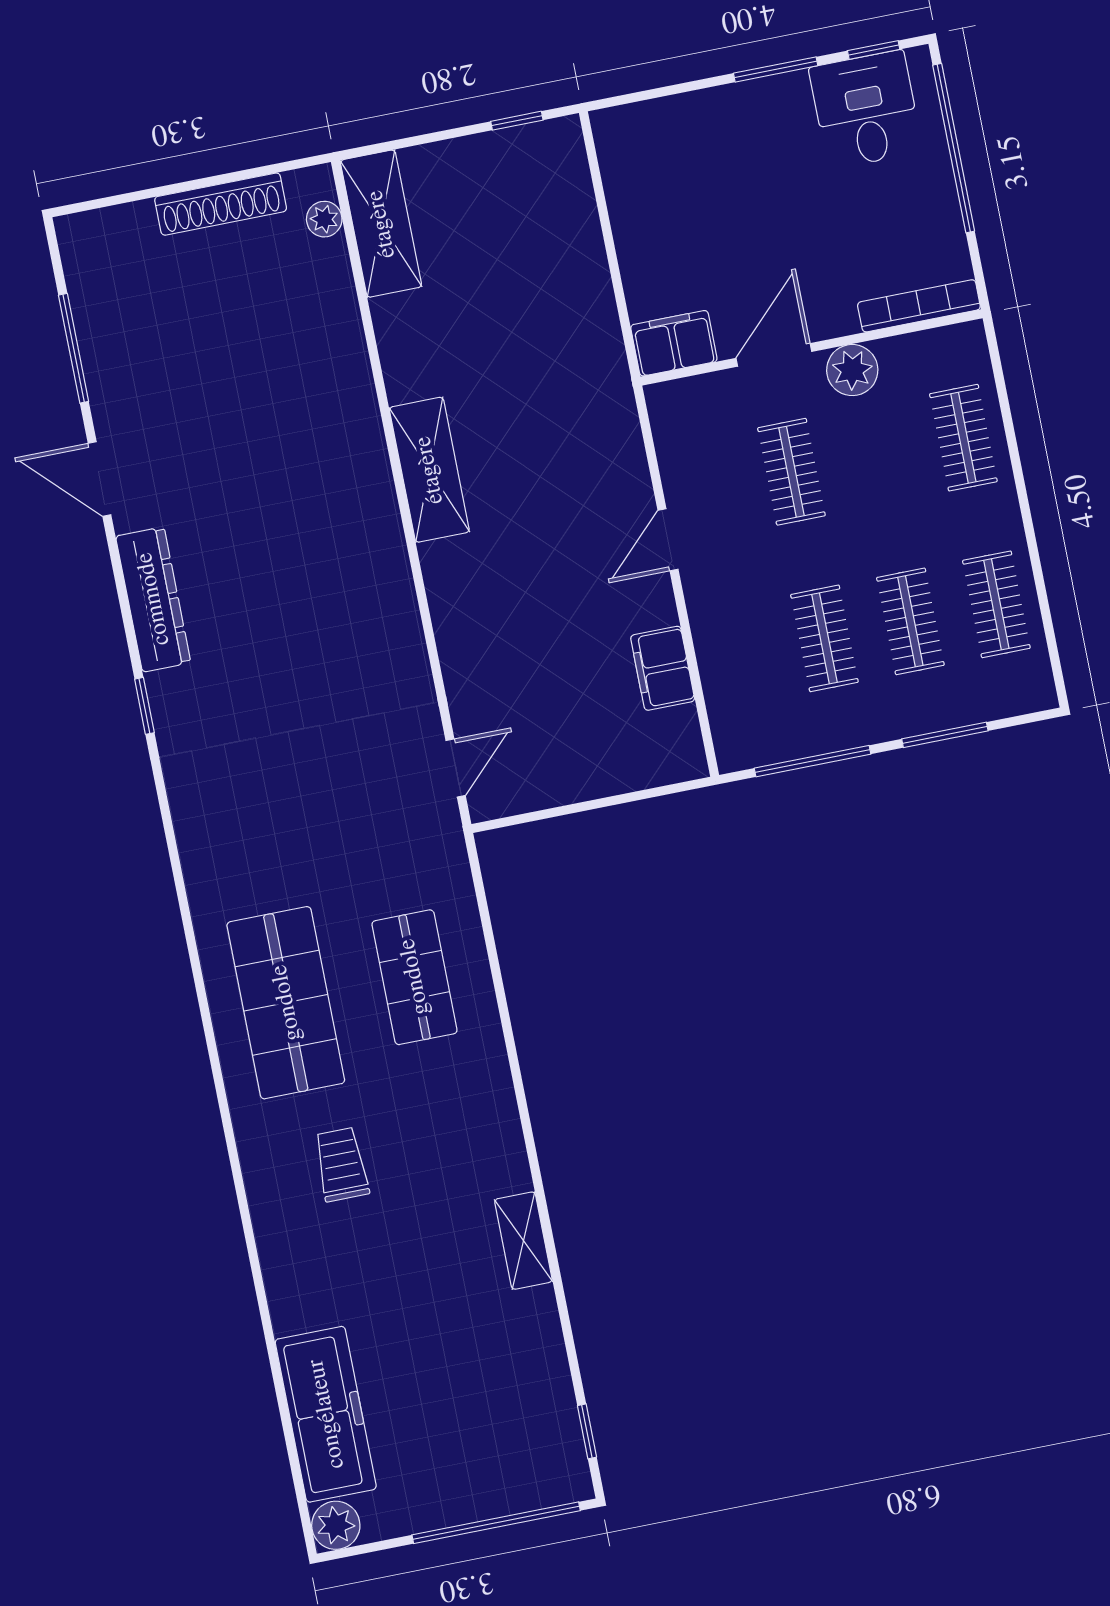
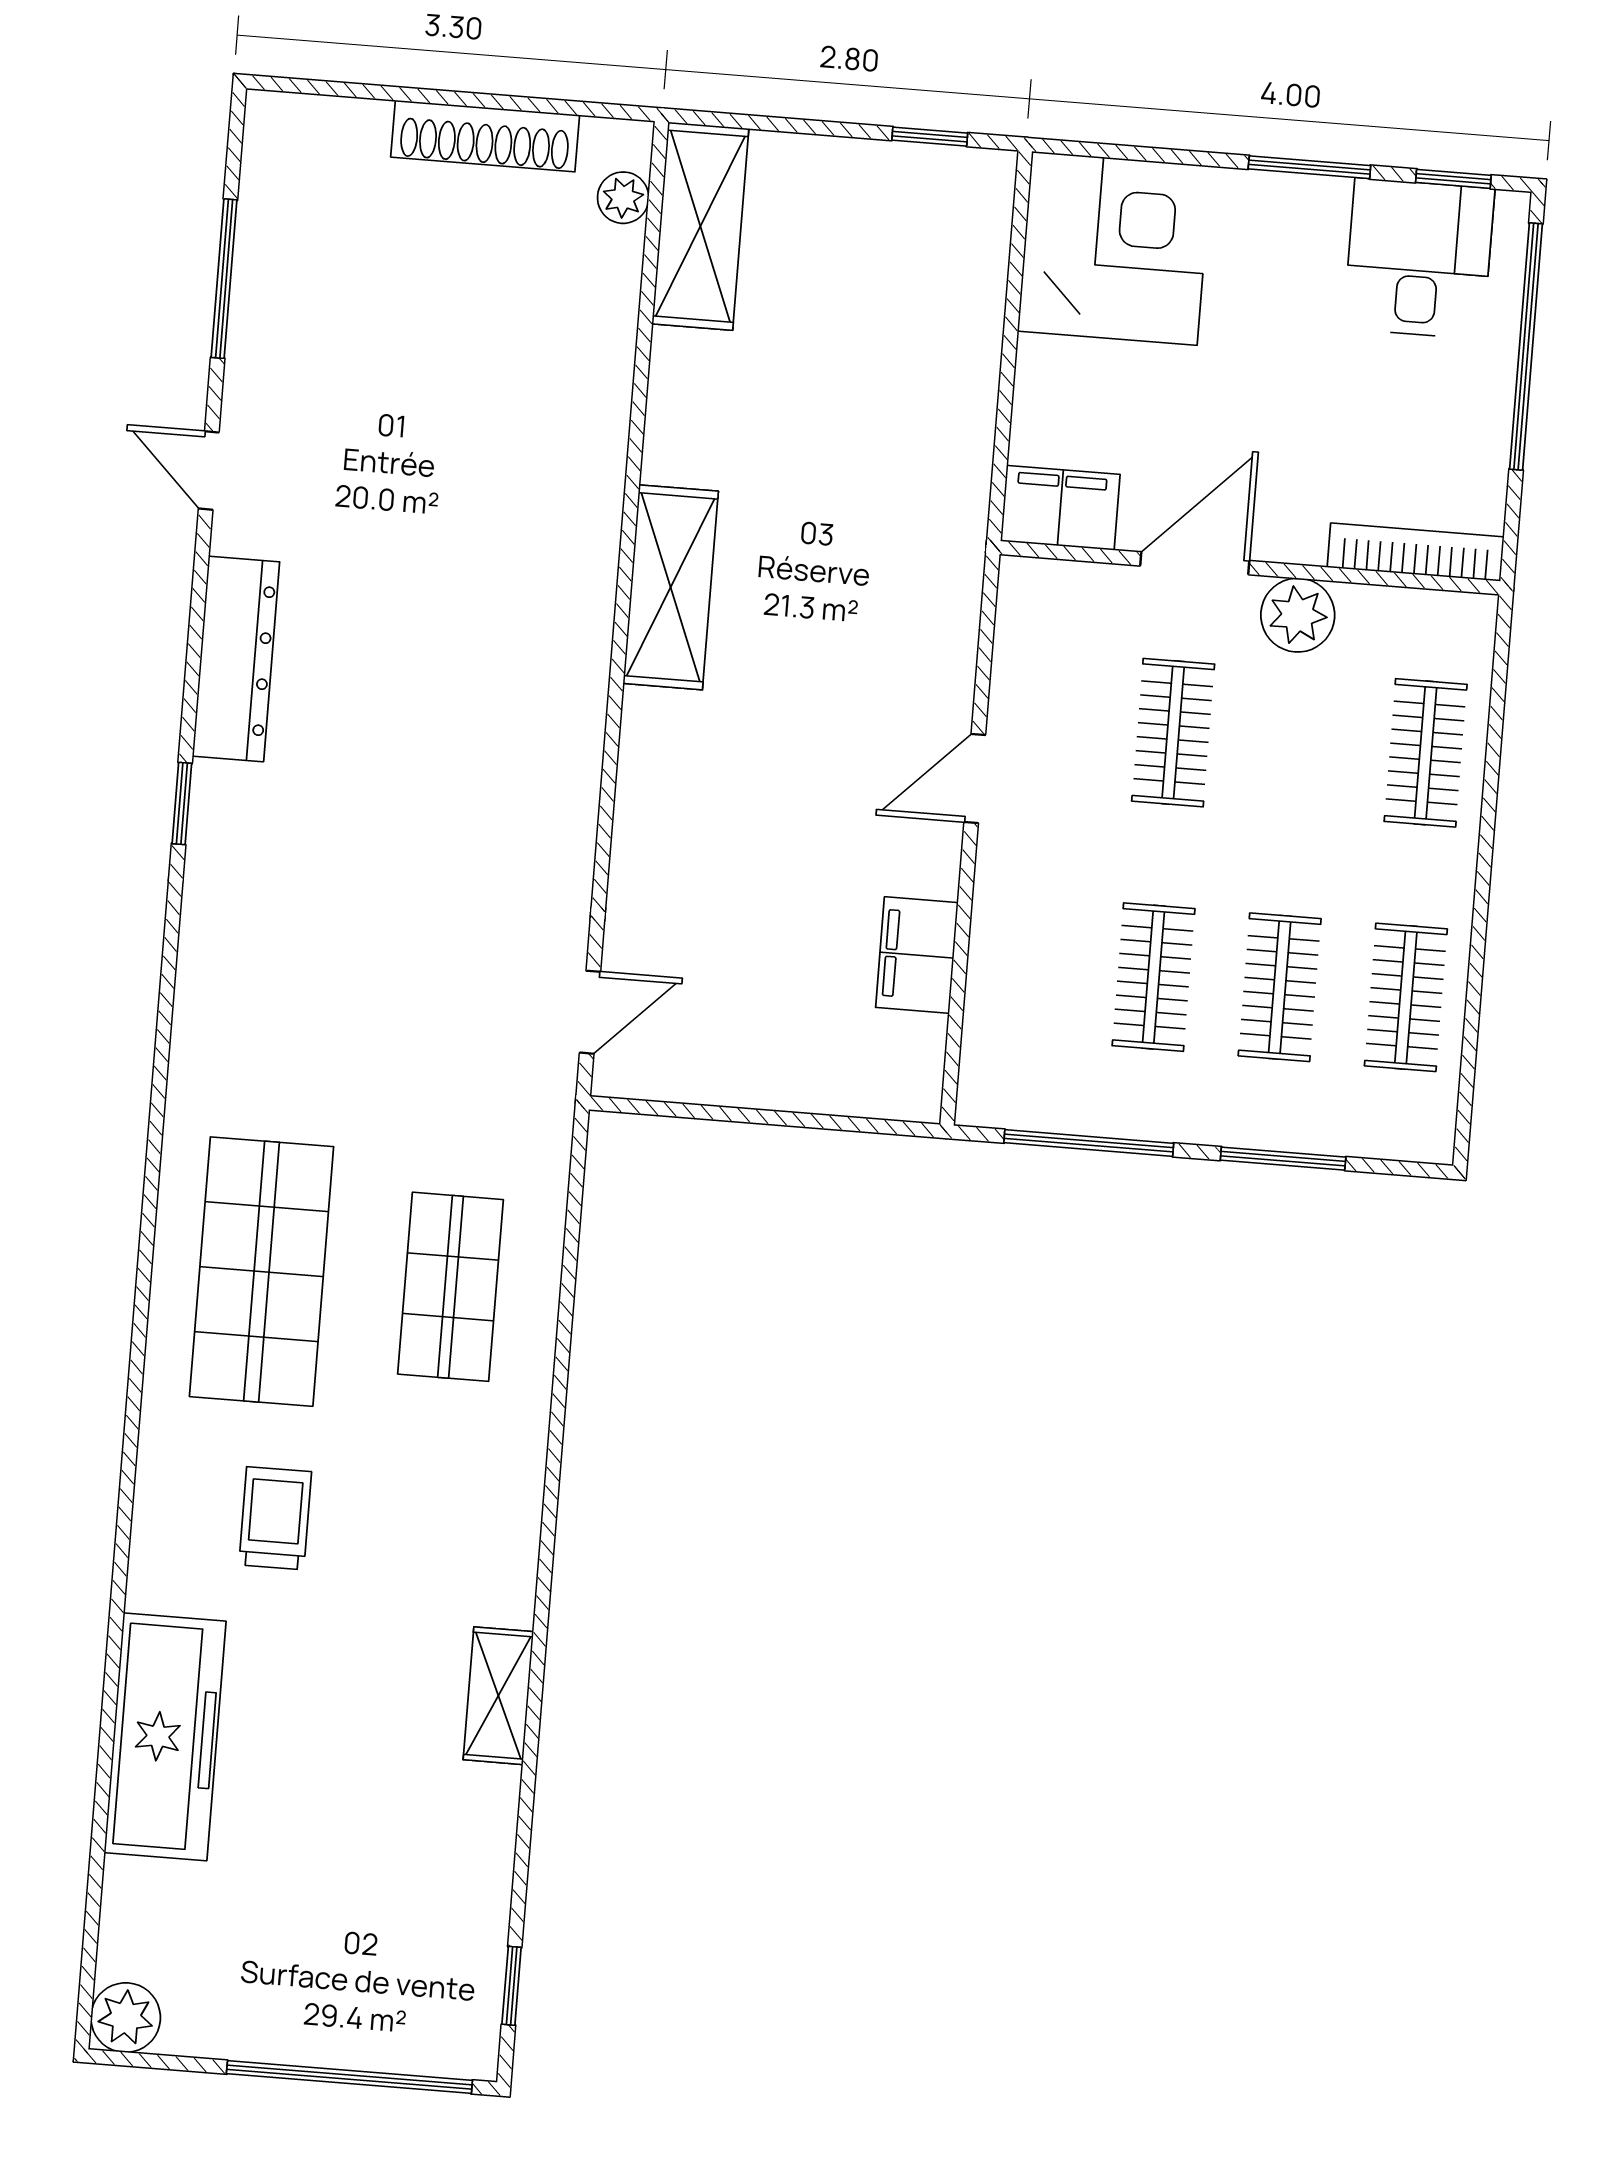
corner desk: (661, 160) -> (1114, 248), added
door: (99, 479) -> (209, 470), width x0.73
freezer: (326, 1414) -> (165, 1737), moved

